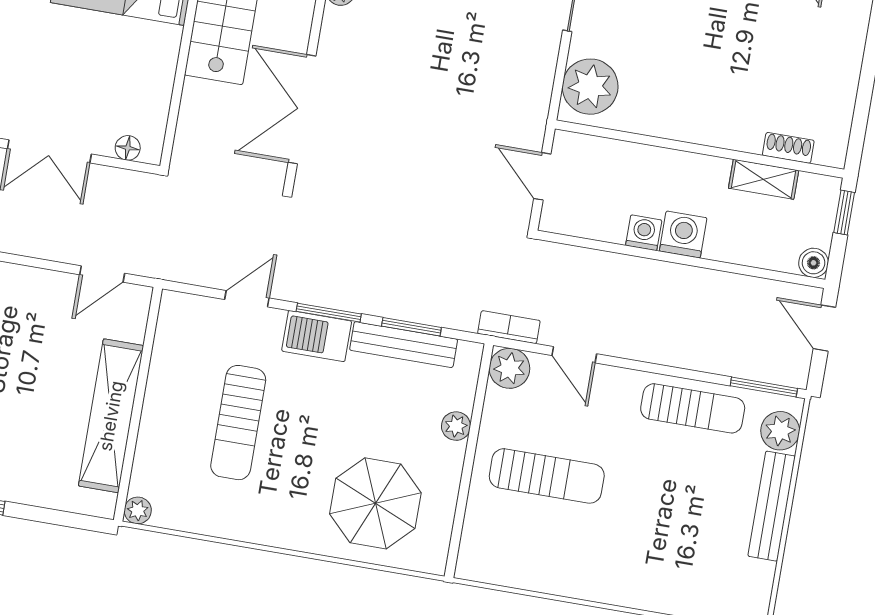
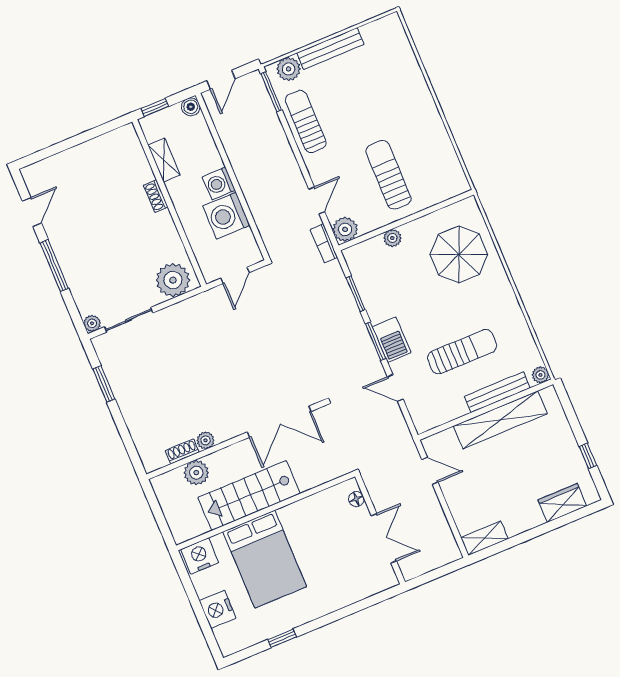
shoe rack: (788, 148) -> (156, 196), moved
washing machine: (644, 233) -> (226, 216), width x1.89, depth x1.89
bench: (404, 345) -> (497, 392), moved, turned 90

